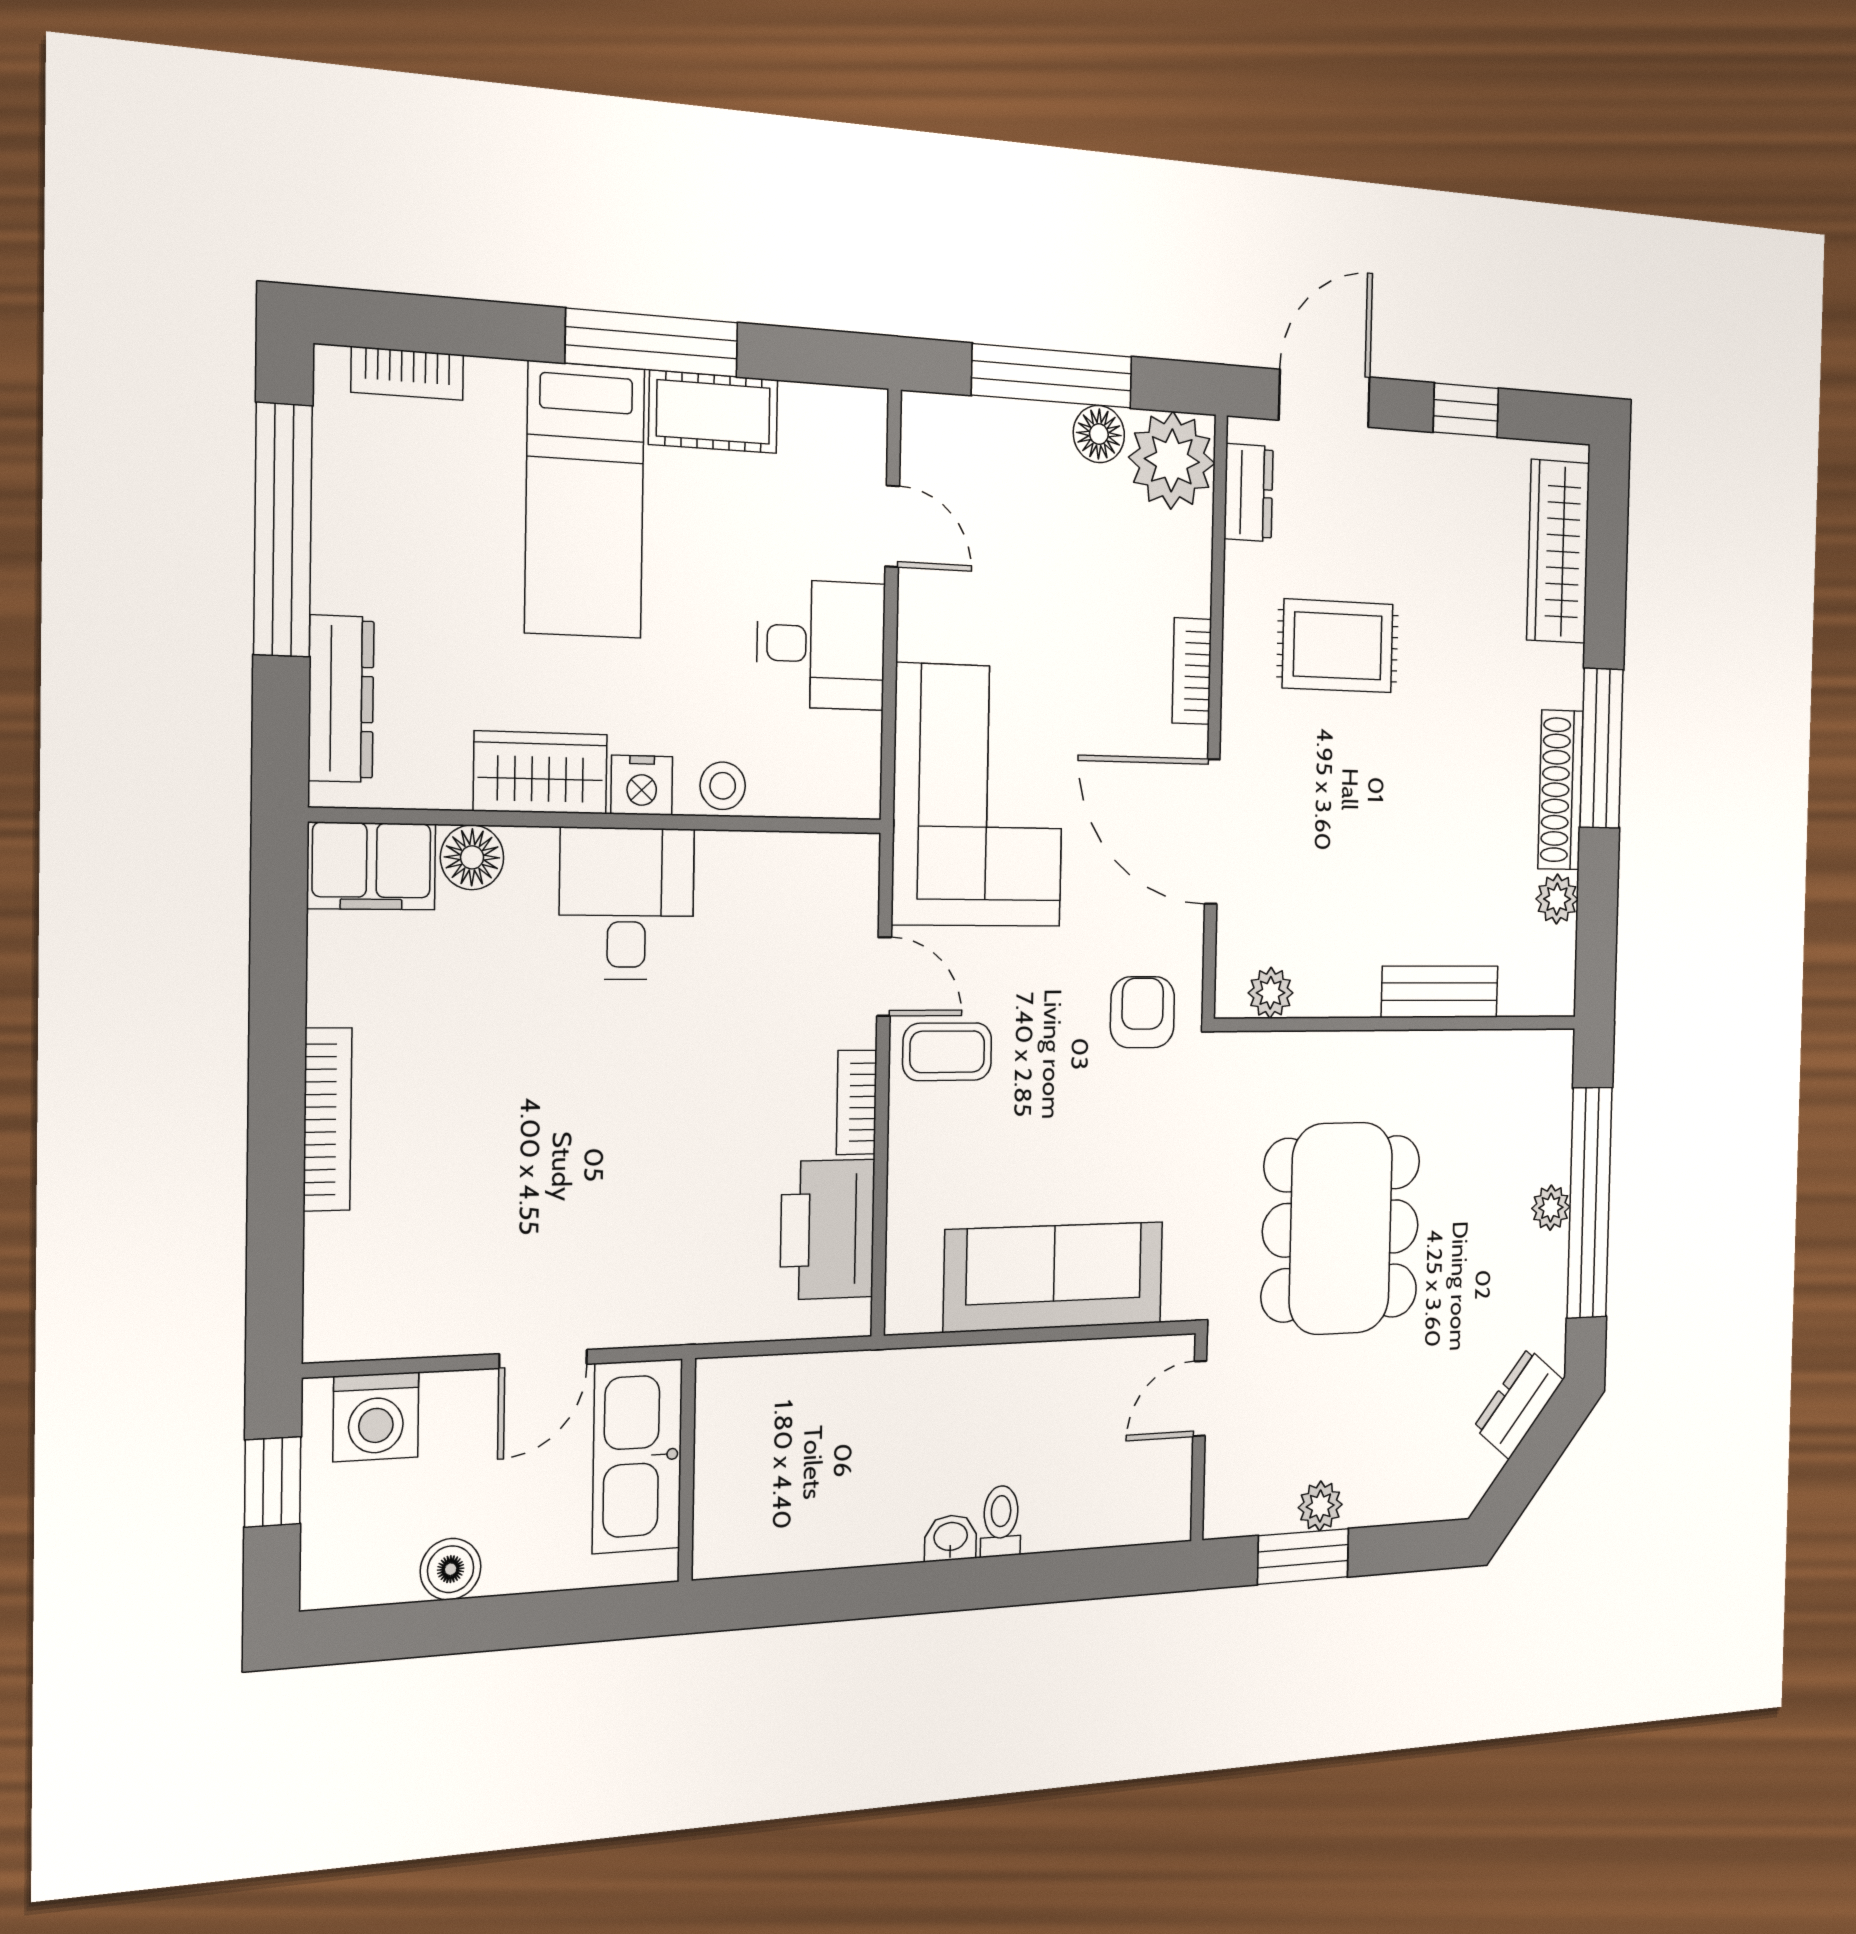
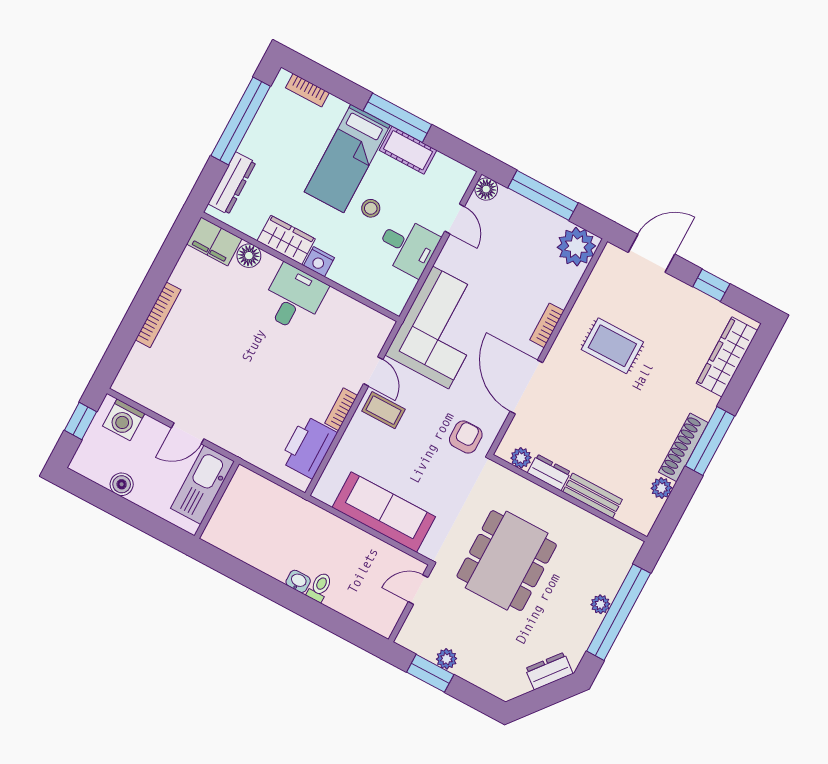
floor lamp: (1099, 434) -> (486, 189), moved
dresser: (1249, 493) -> (549, 472), moved, turned -90
stool: (723, 786) -> (371, 208), moved

